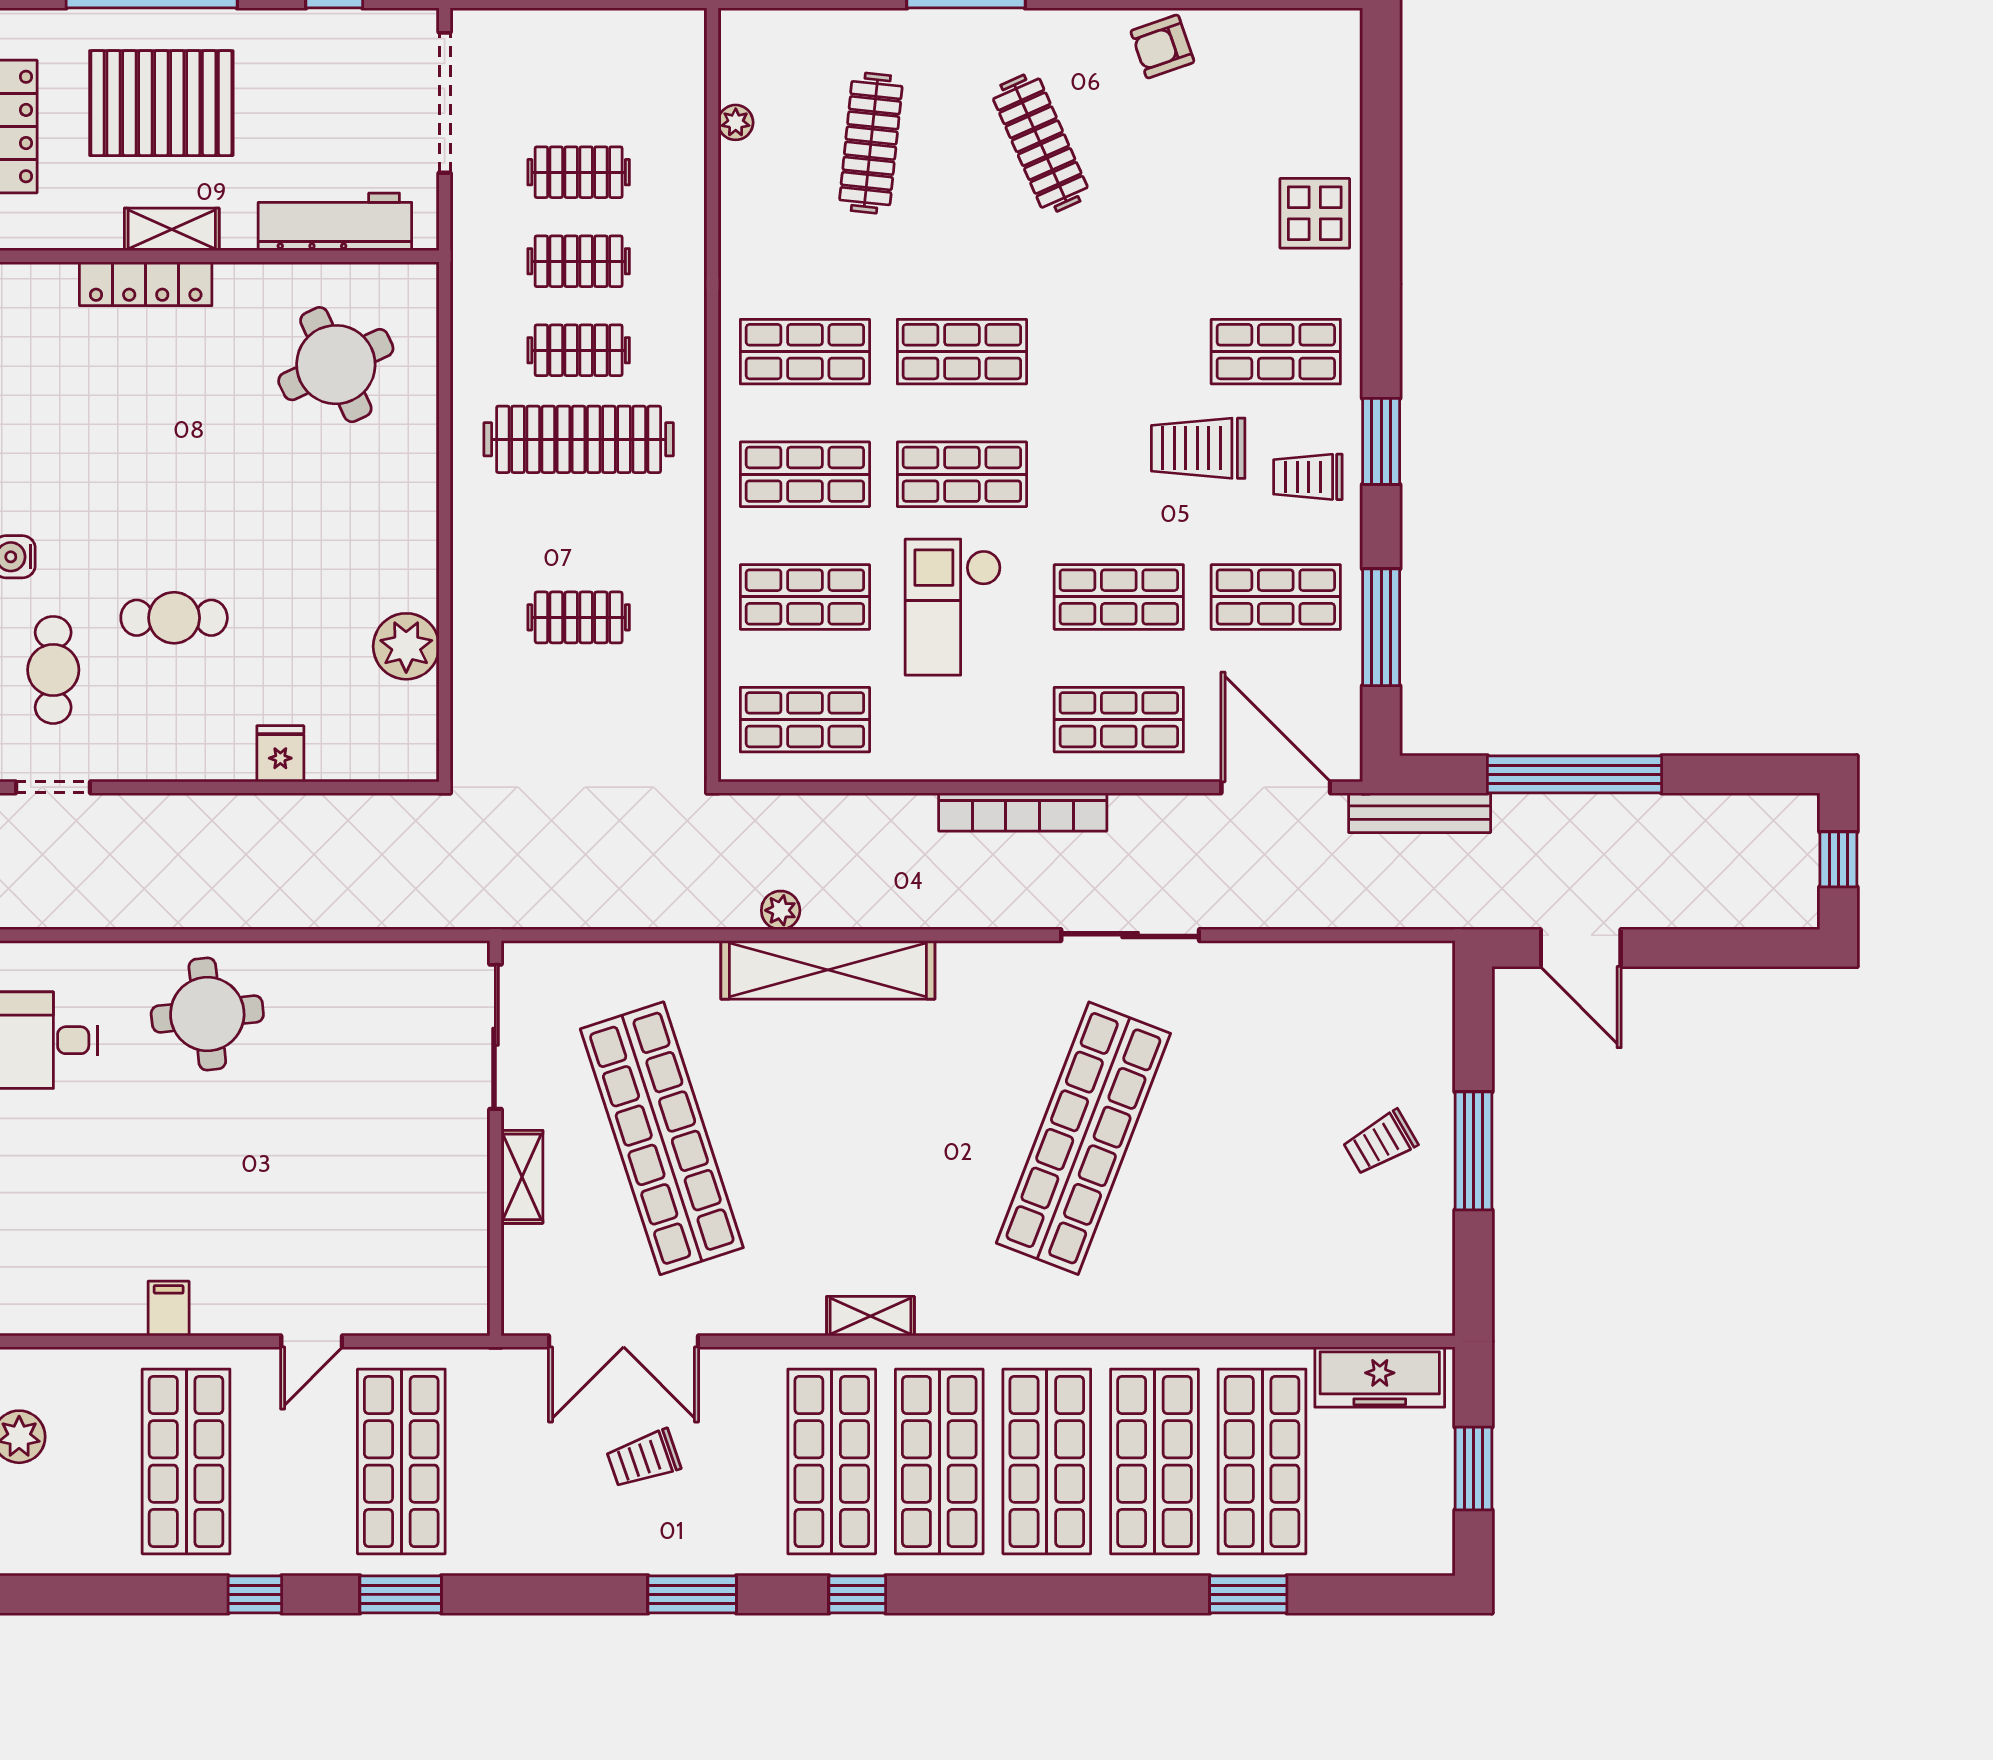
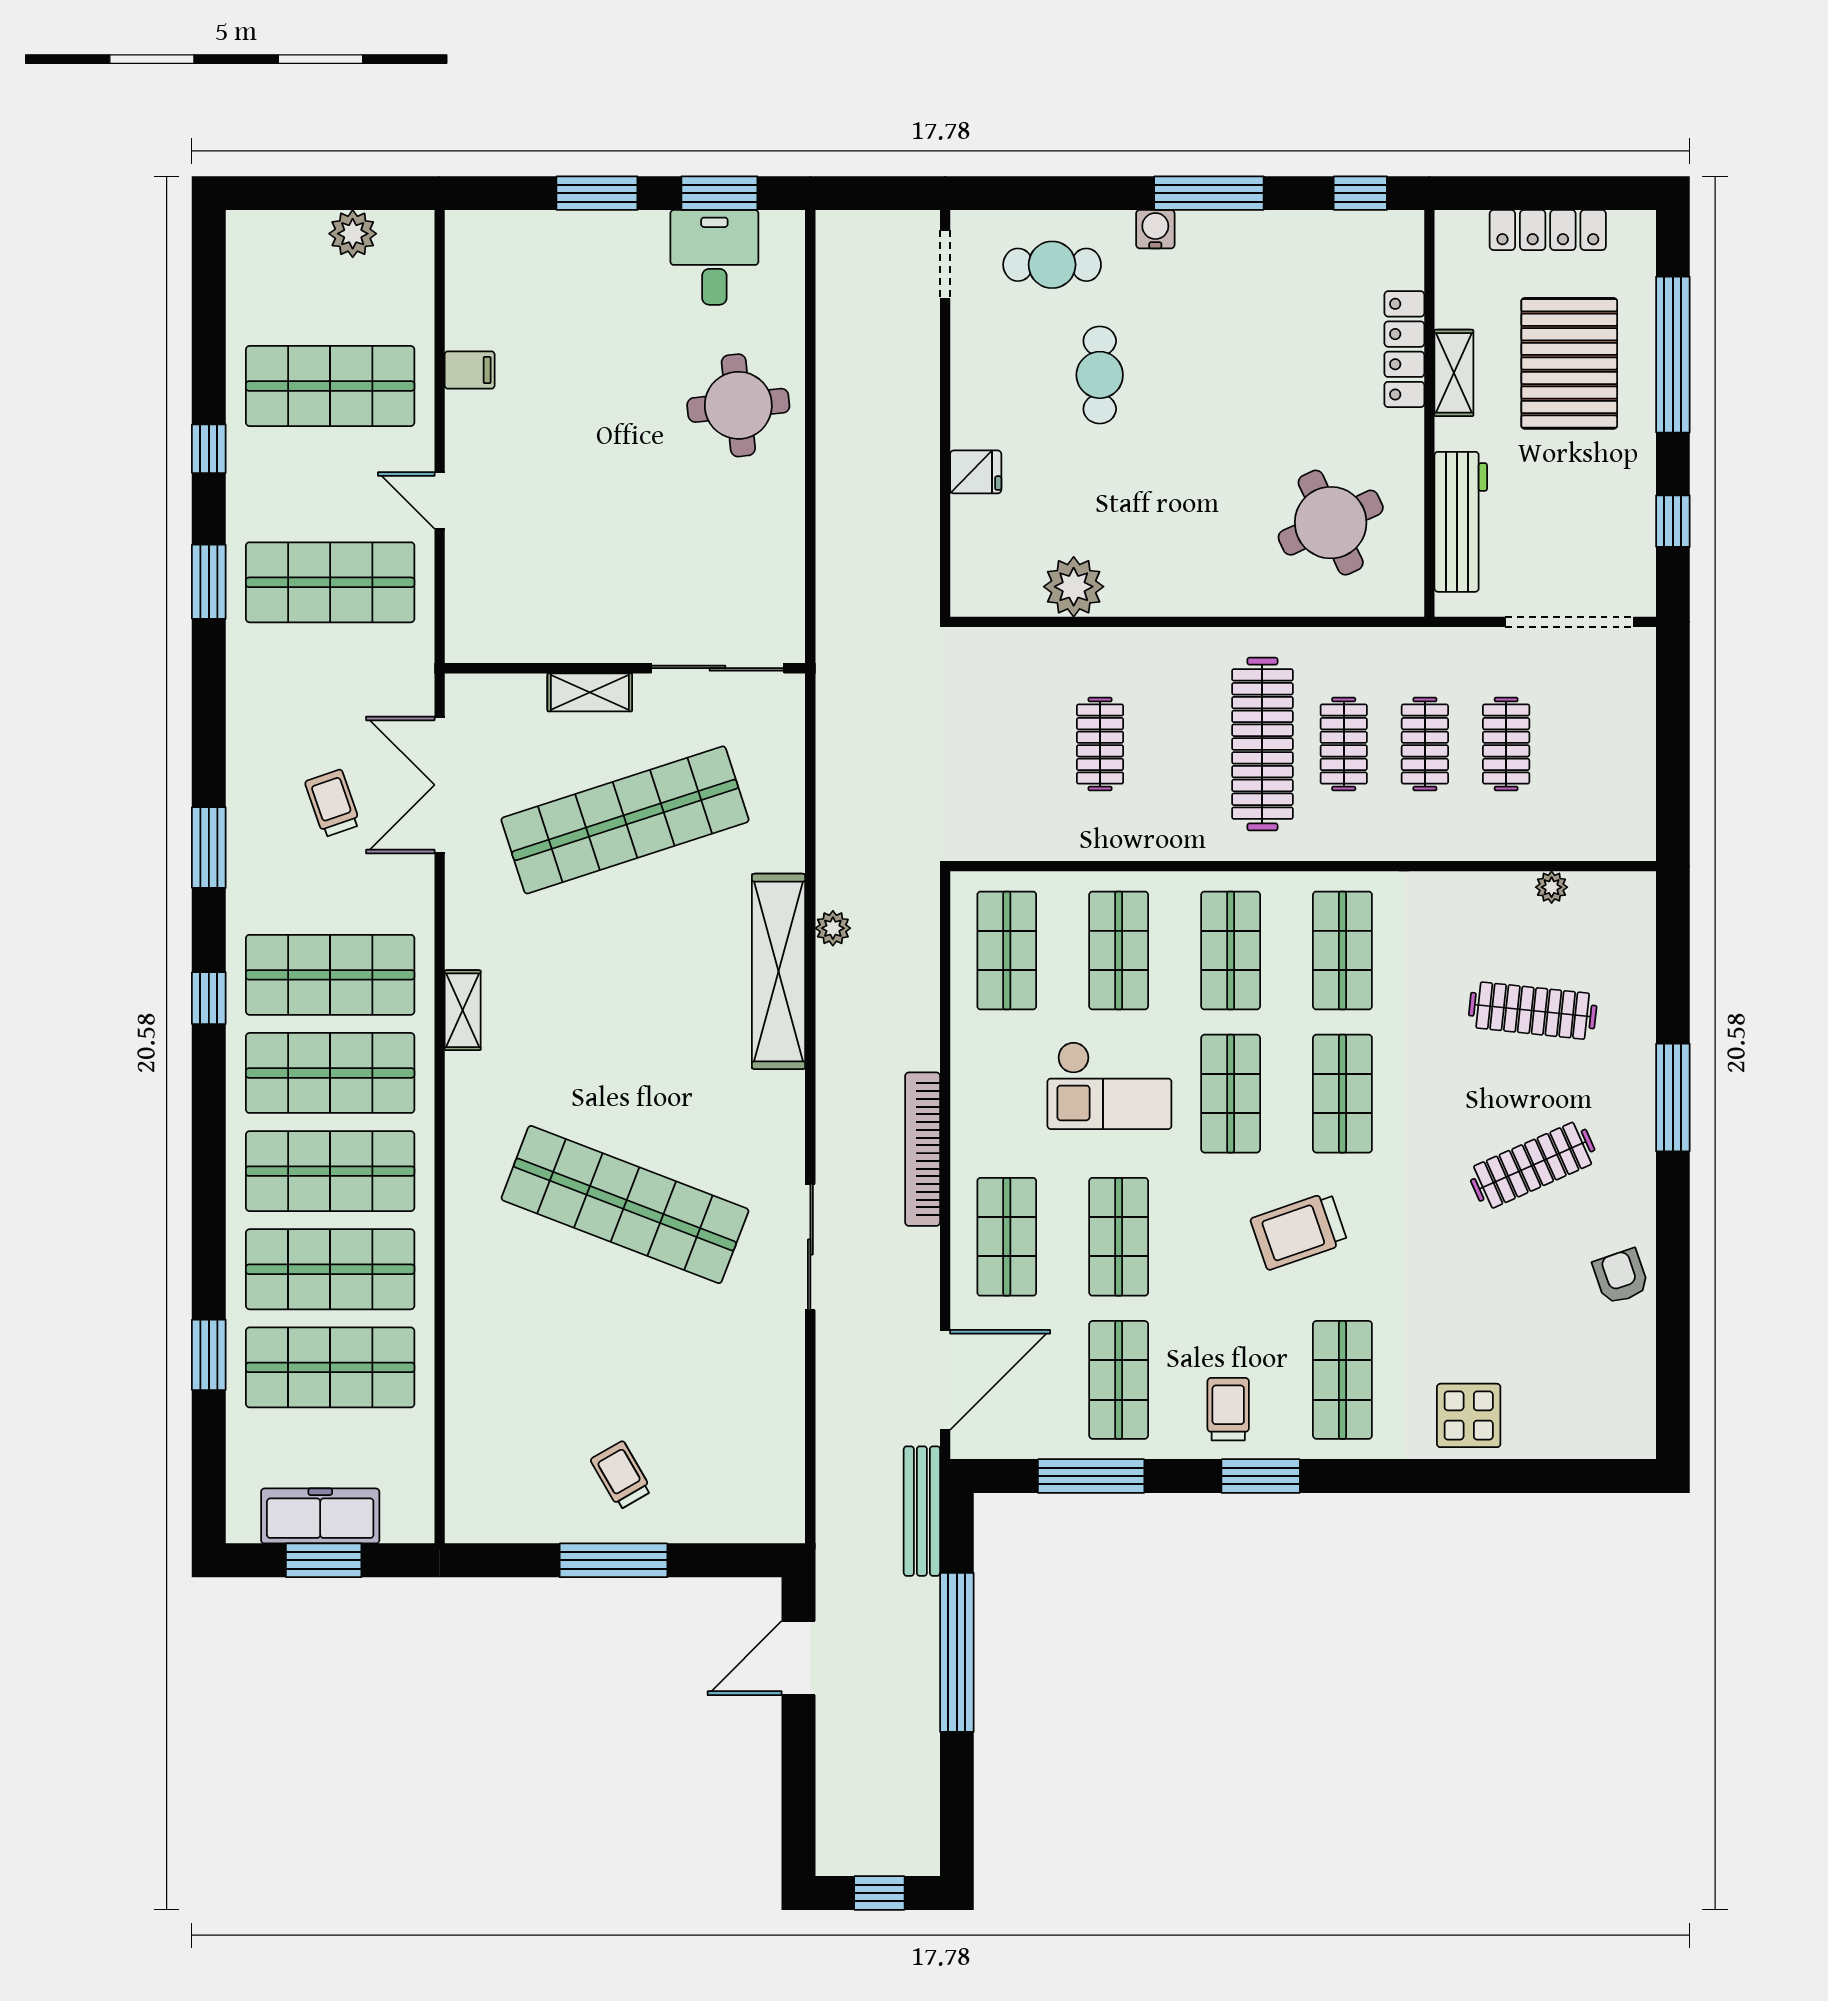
trolley: (1198, 448) -> (1299, 1231), moved, turned -109
checkout: (953, 607) -> (1109, 1086), turned 180
freezer: (1380, 1377) -> (320, 1516), moved, turned 90

